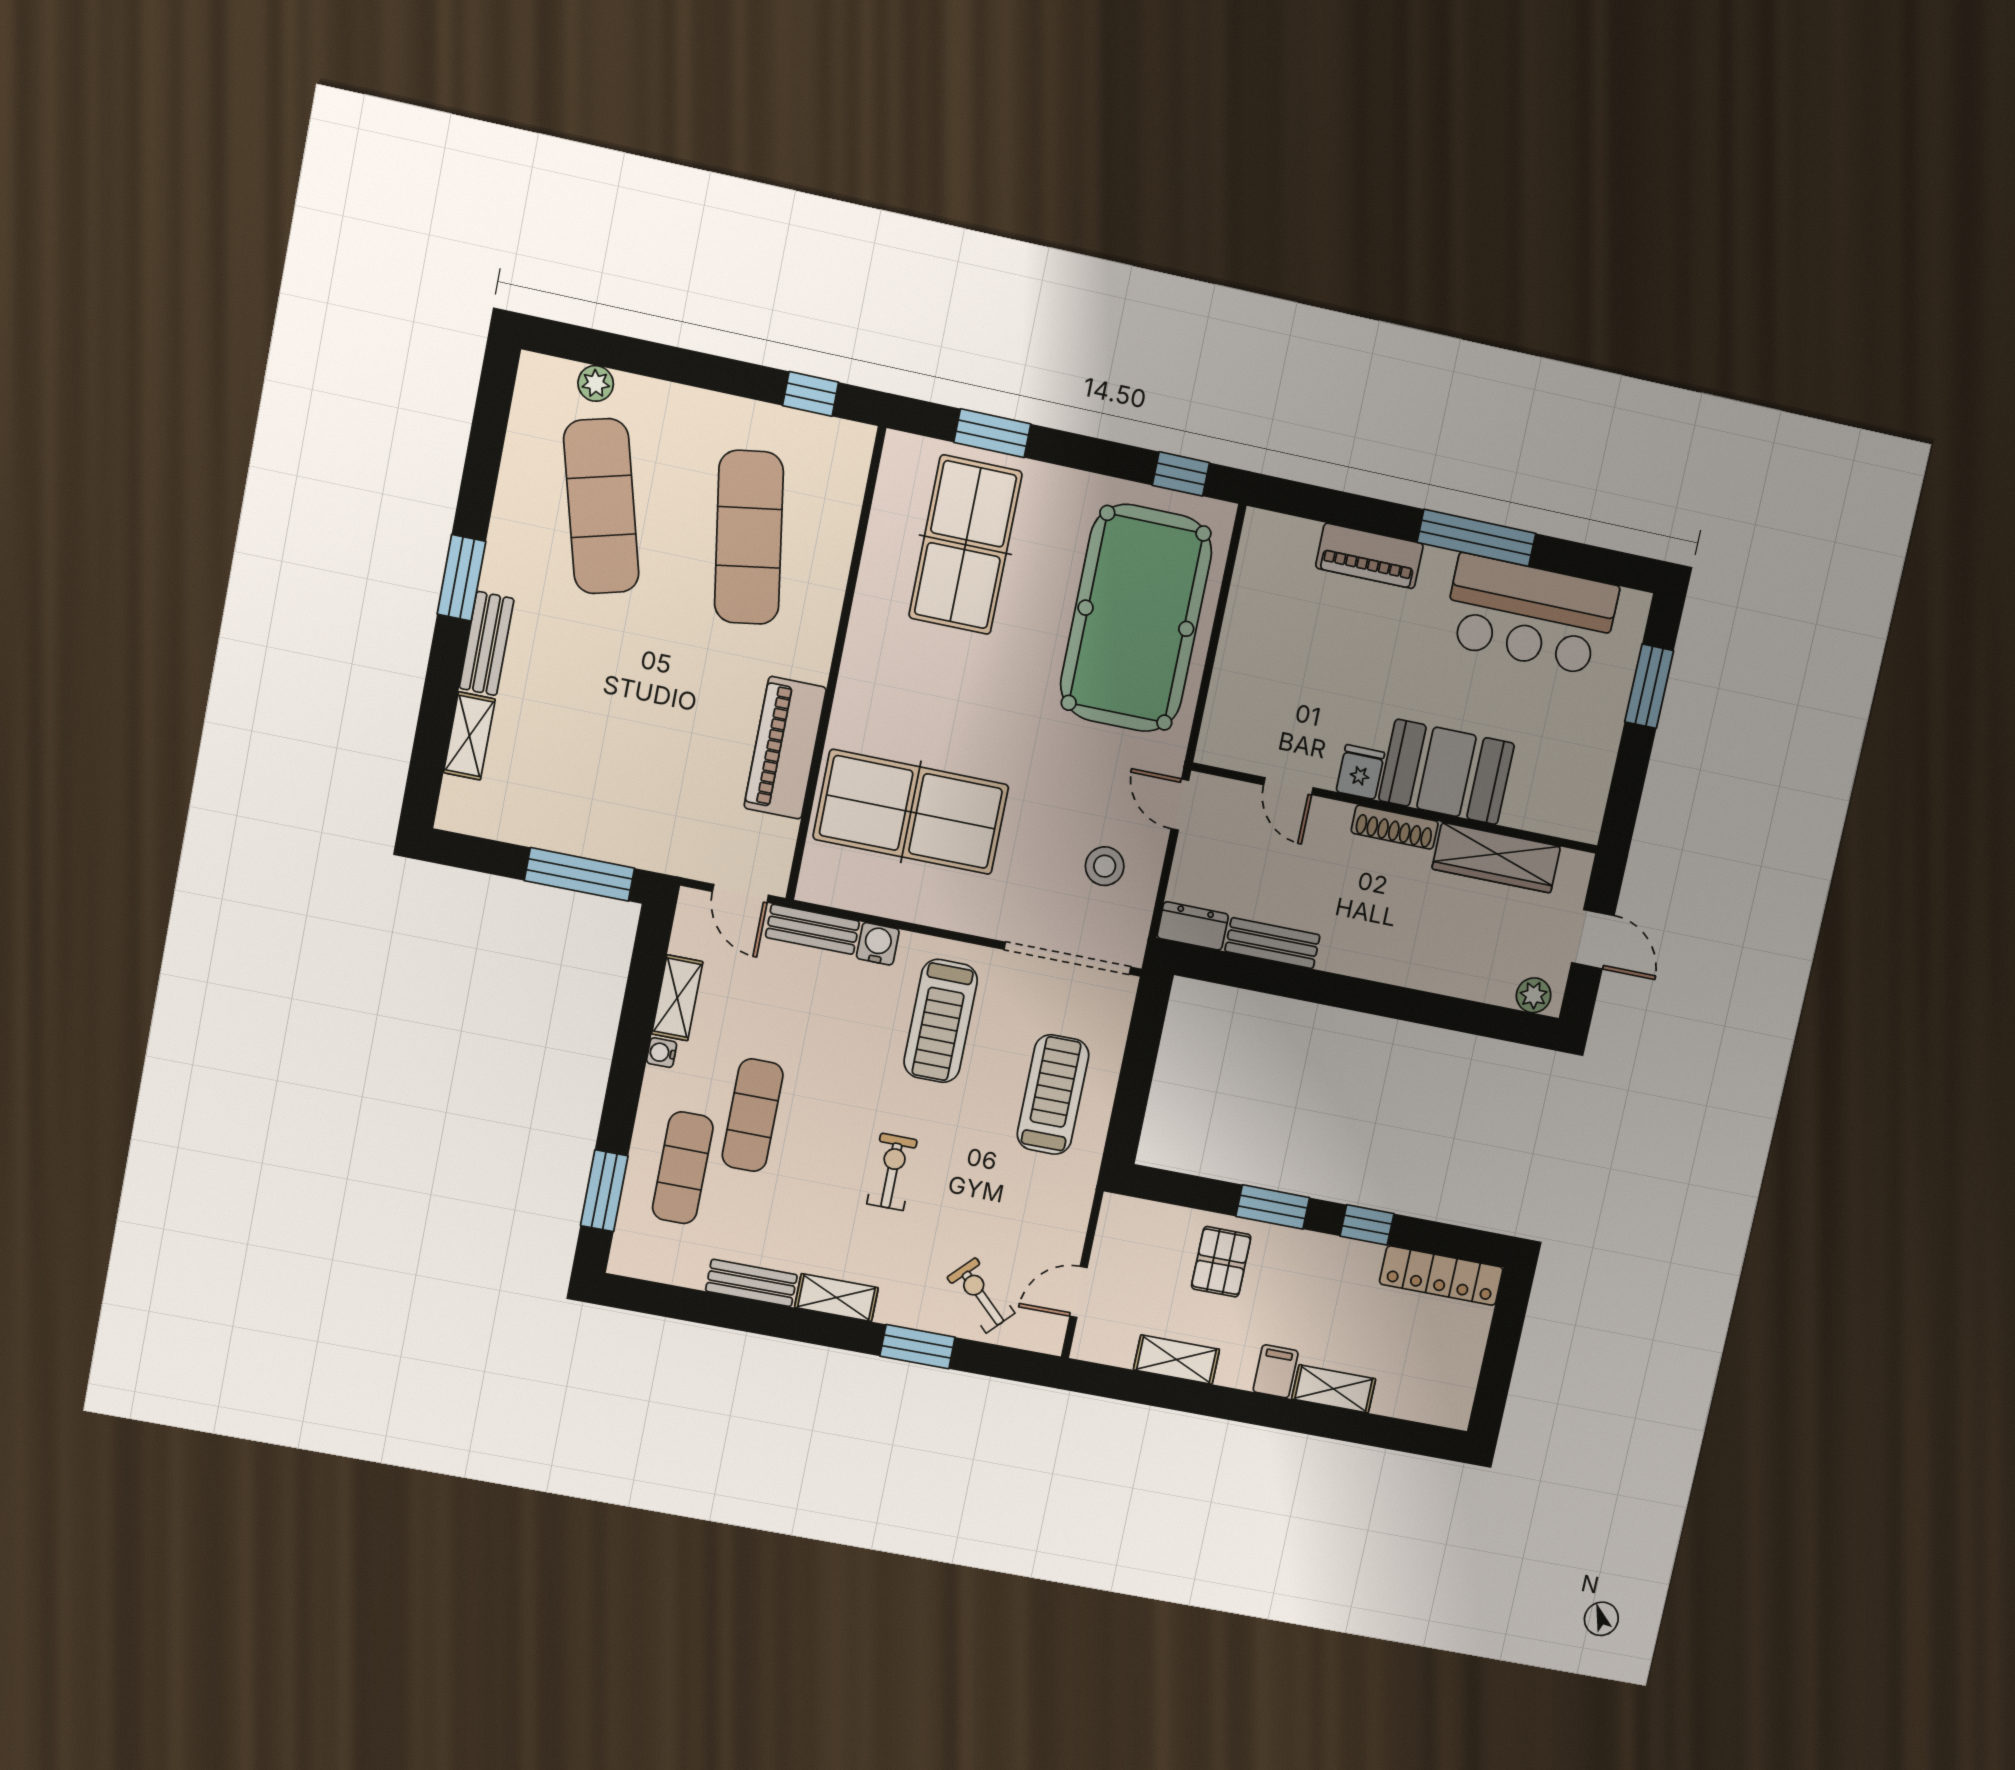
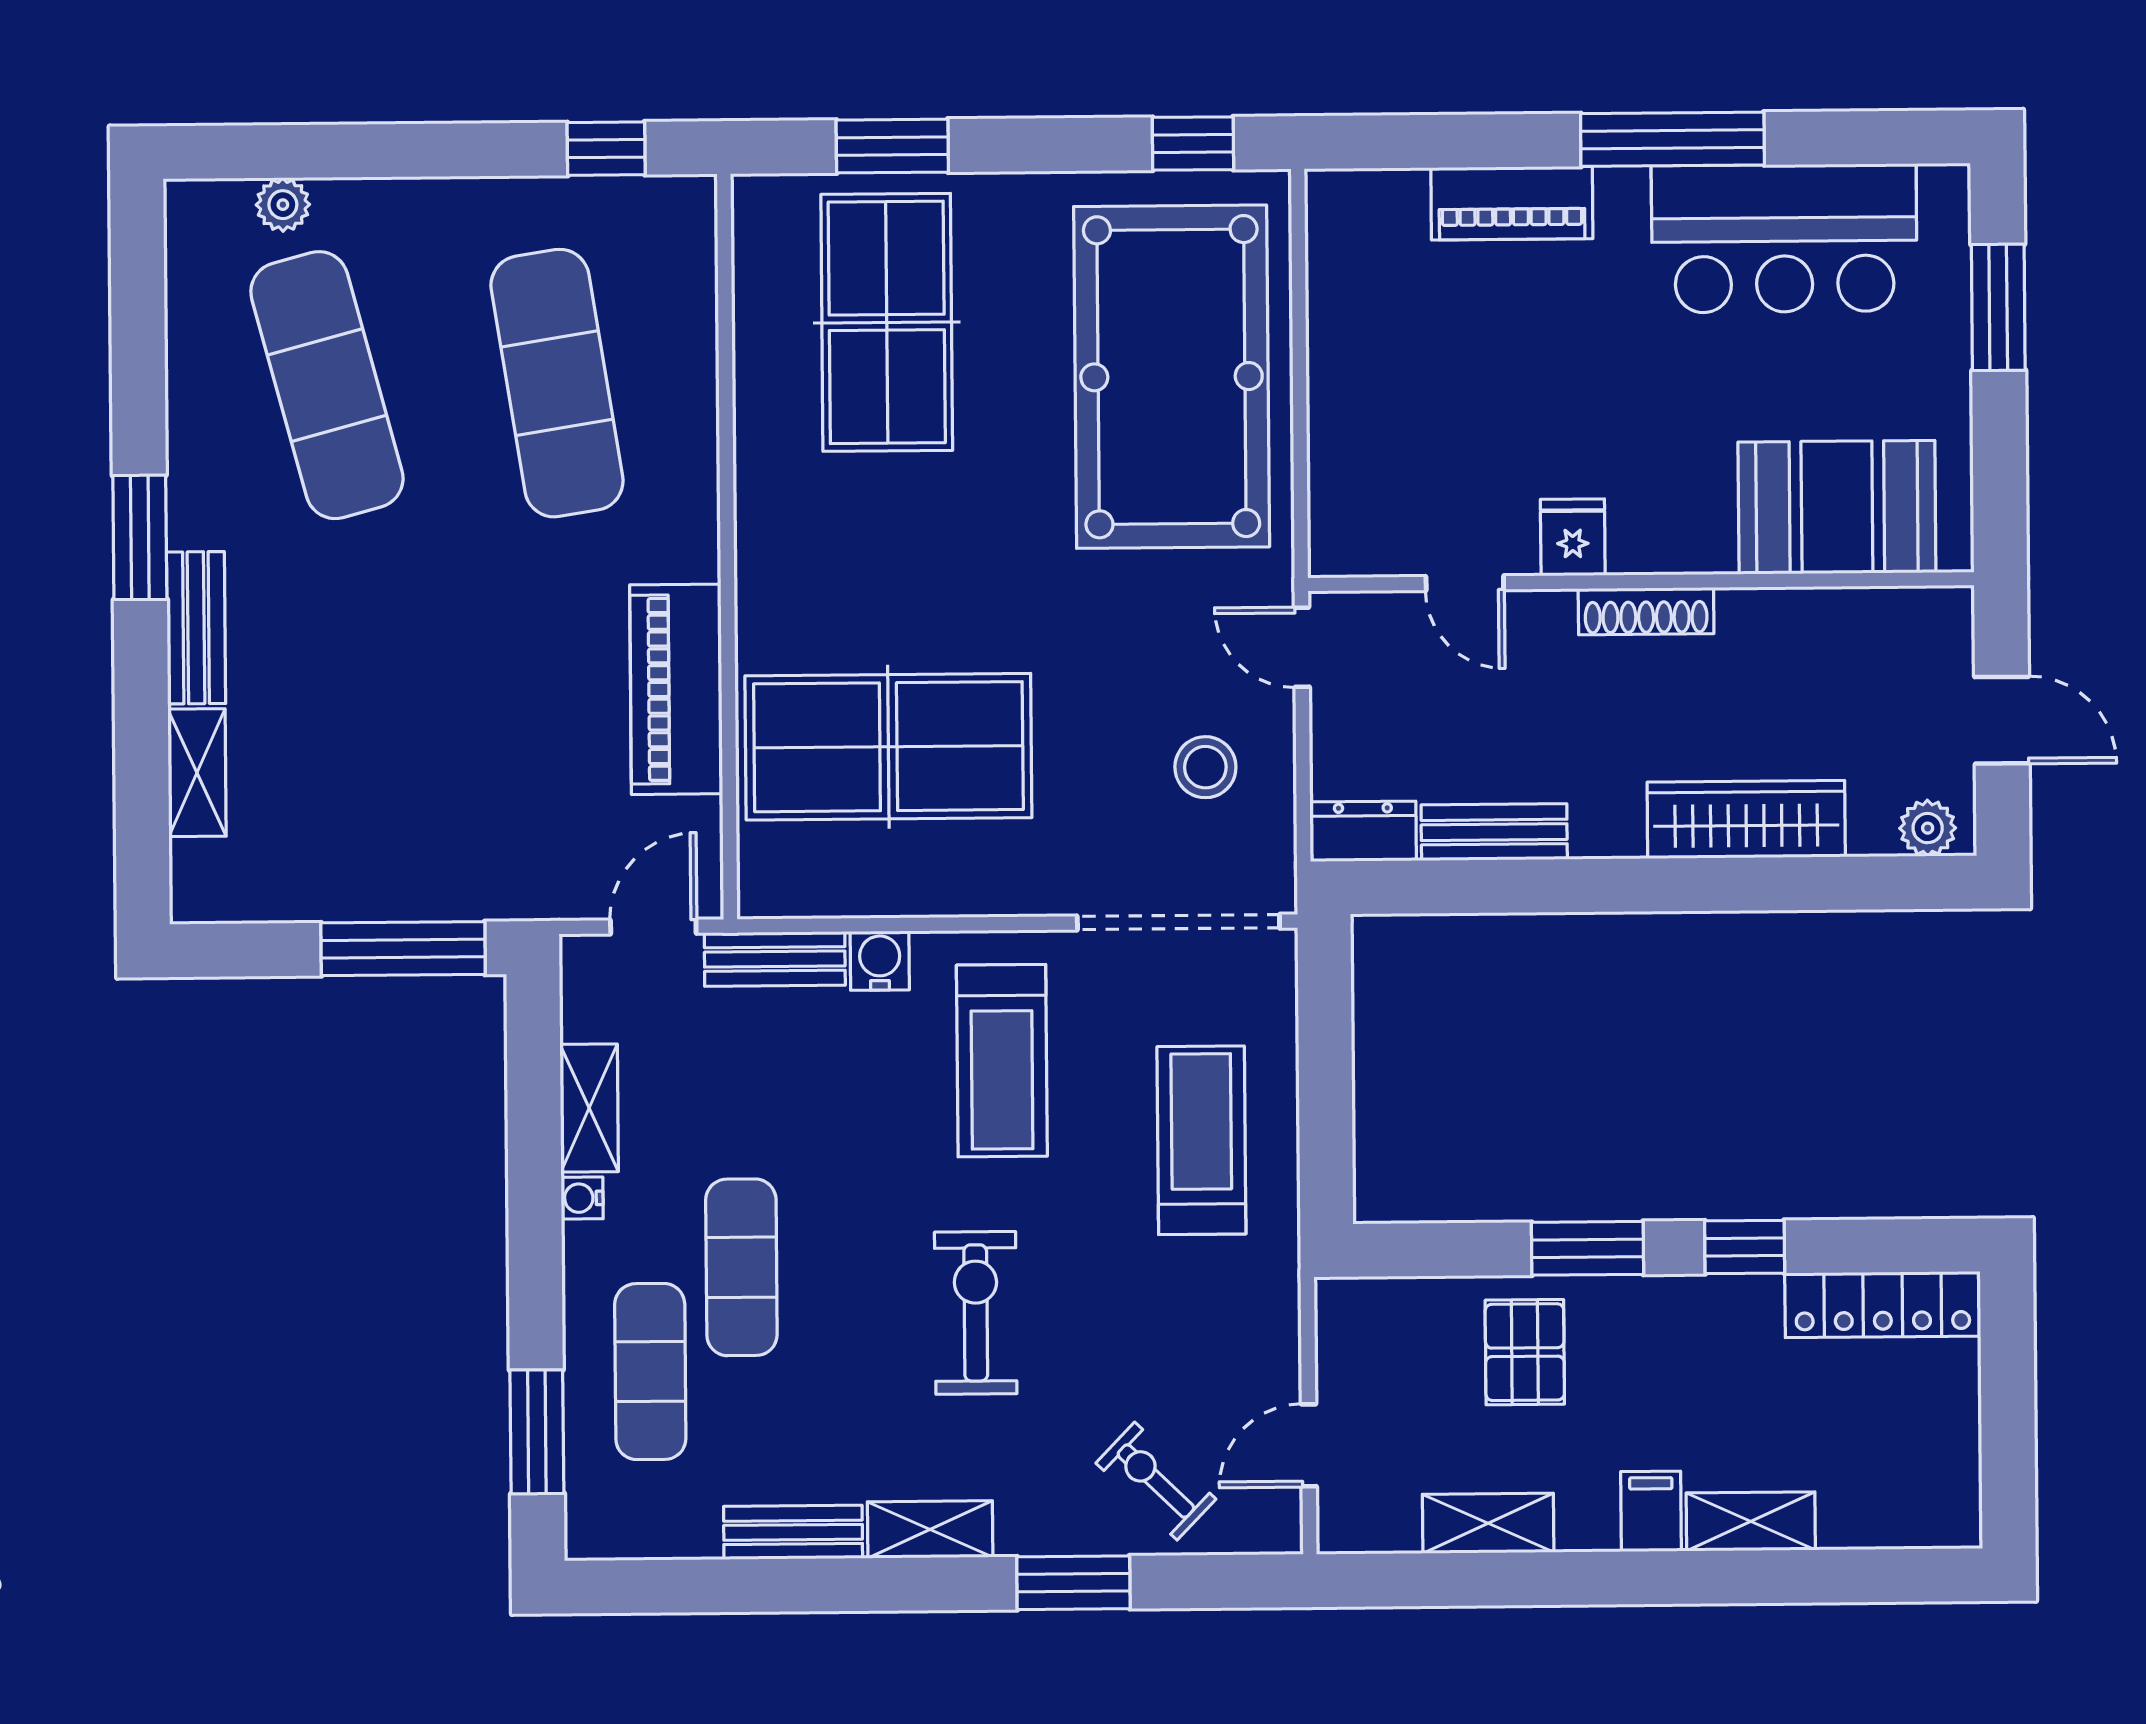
booth: (1446, 772) -> (1837, 507), moved
wardrobe: (1496, 858) -> (1746, 820), moved, turned 180
door: (740, 893) -> (653, 927), swing flipped
exercise bike: (892, 1172) -> (976, 1313), width x1.38, depth x1.39

